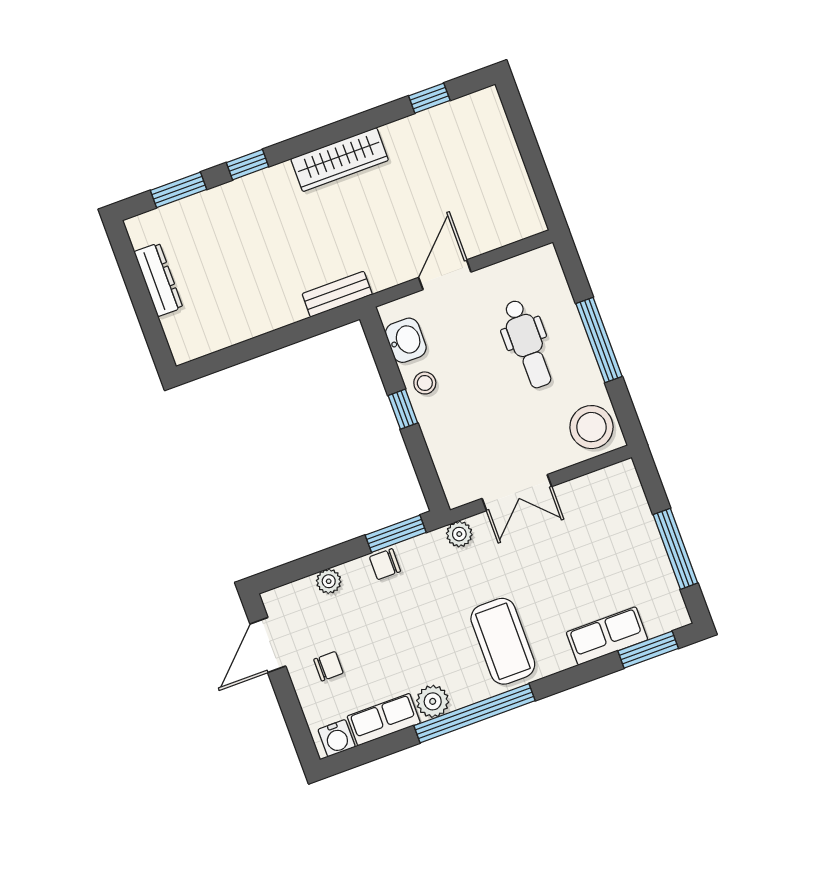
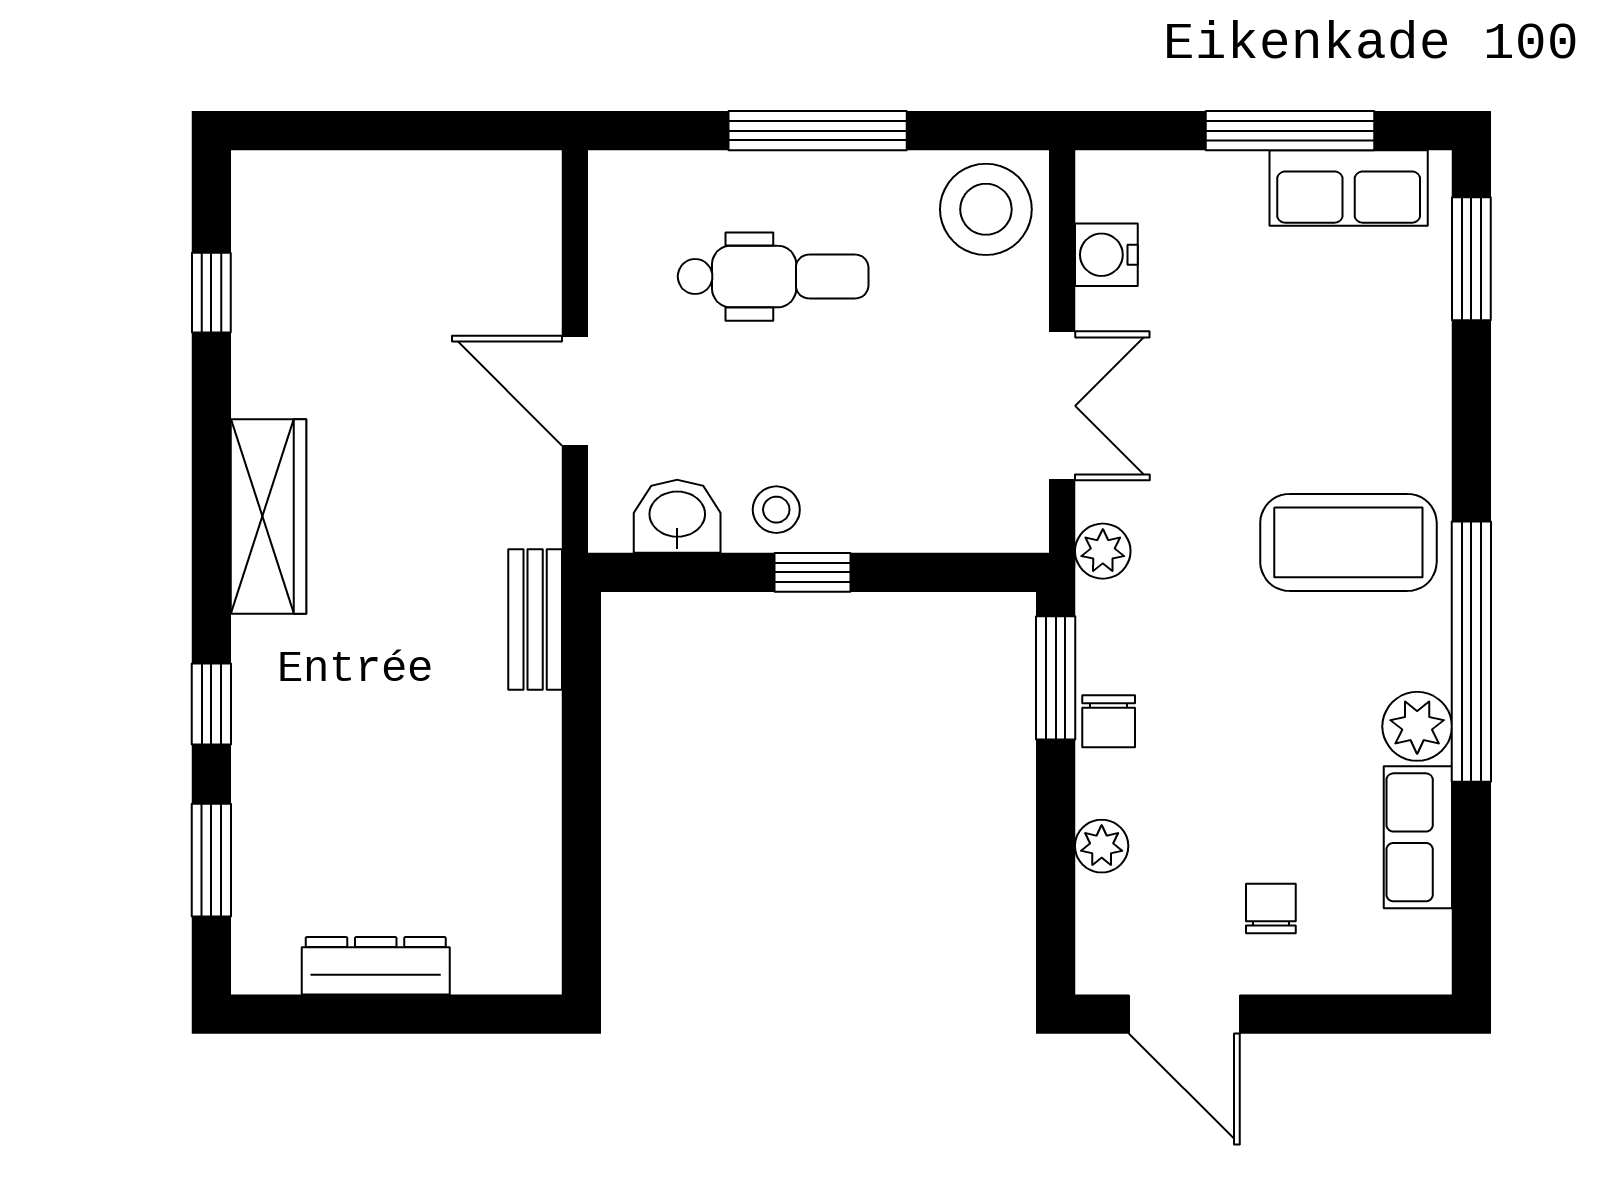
row of seats: (607, 636) -> (1349, 188), moved, turned -90
water cooler: (337, 738) -> (1106, 255), moved, turned 180

